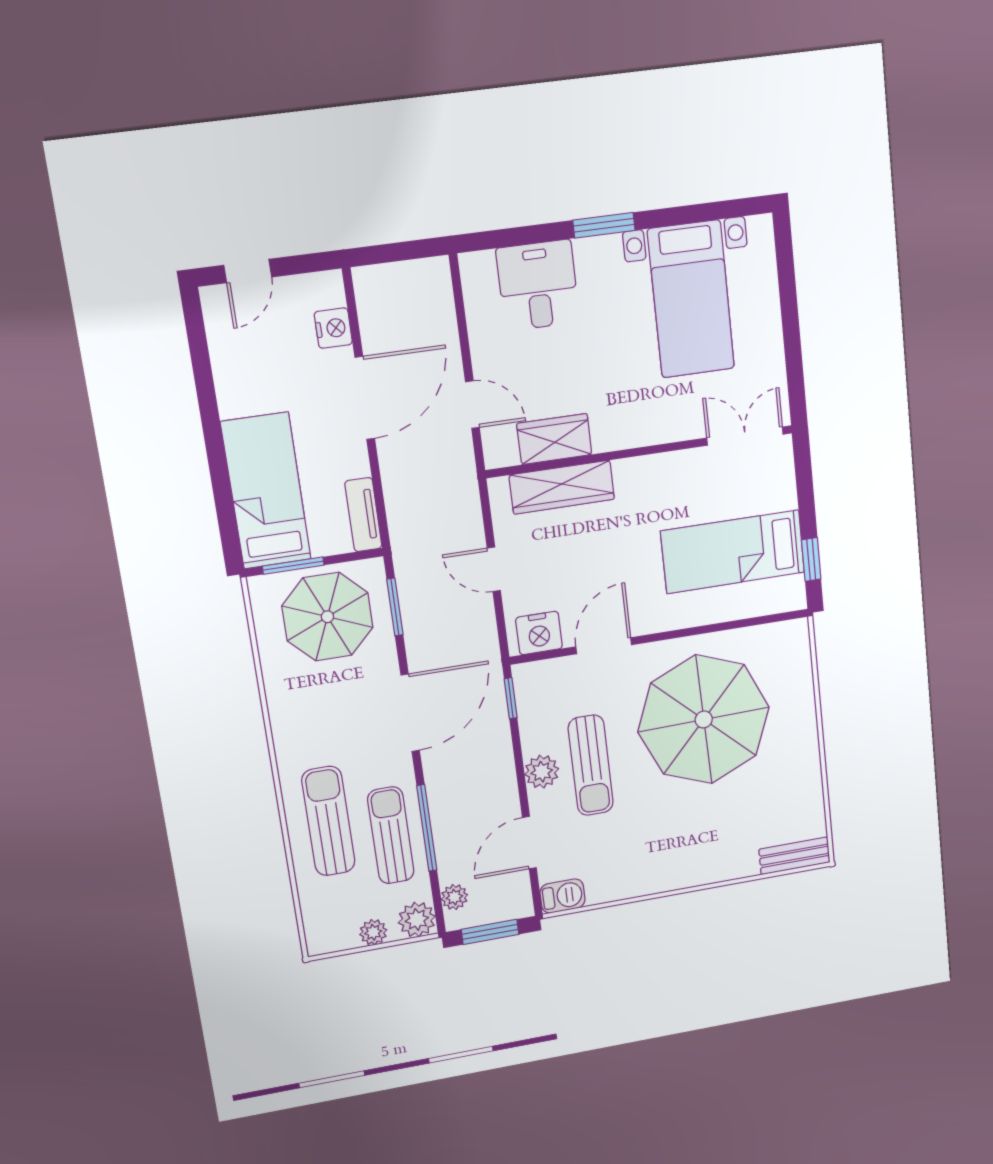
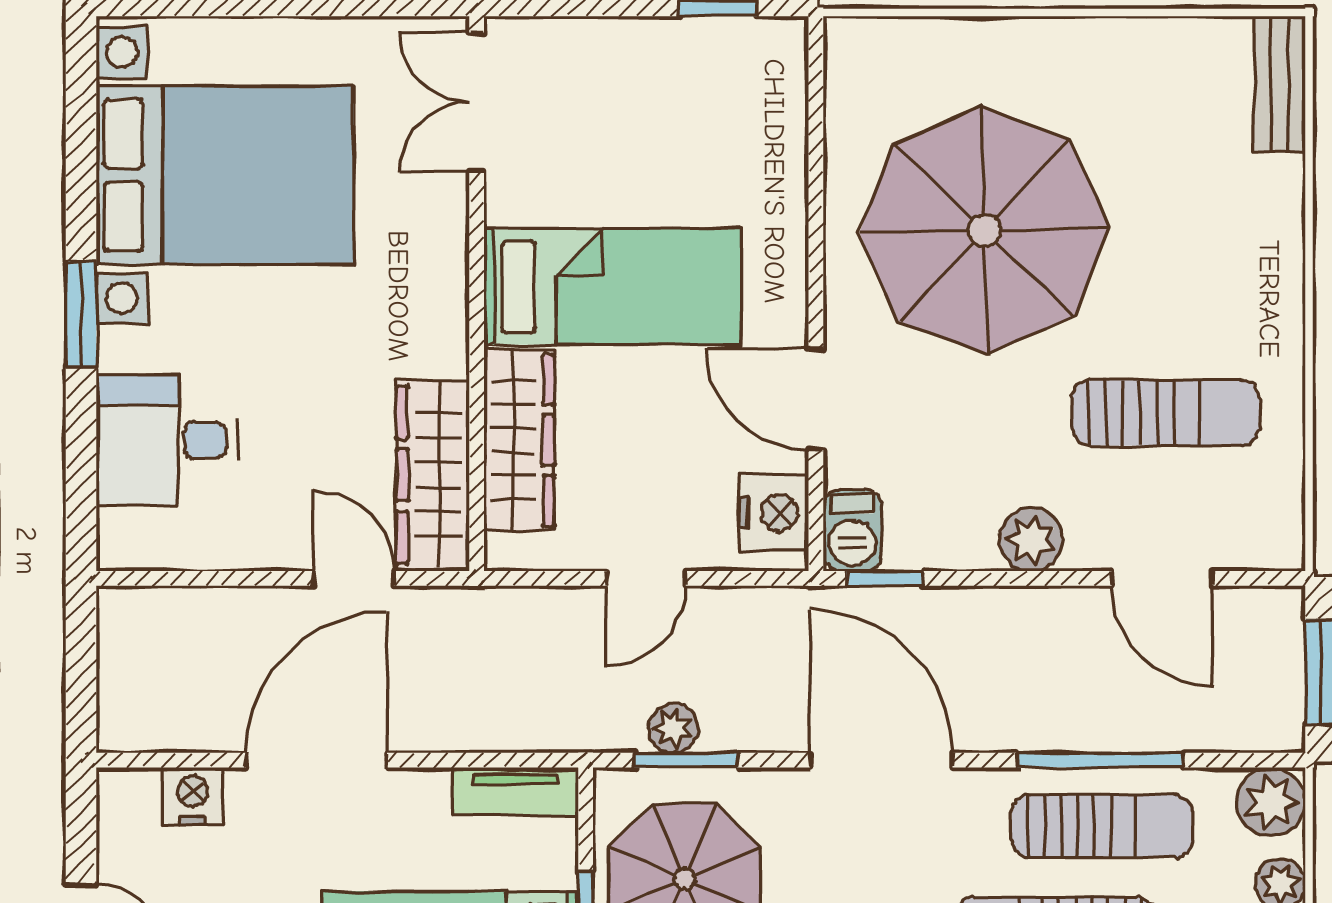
bed with nightstands: (691, 299) -> (225, 175), width x1.36
door: (365, 398) -> (316, 760), hinge flipped
door: (472, 405) -> (353, 578), hinge flipped
wardrobe: (554, 439) -> (433, 475), width x1.50
bed: (733, 552) -> (613, 287), moved, turned -90
sun lounger: (591, 765) -> (1165, 413), moved
sun lounger: (391, 835) -> (1102, 826), turned 180
barbecue: (563, 896) -> (852, 530), moved, turned 180
plant: (454, 897) -> (673, 728), moved

